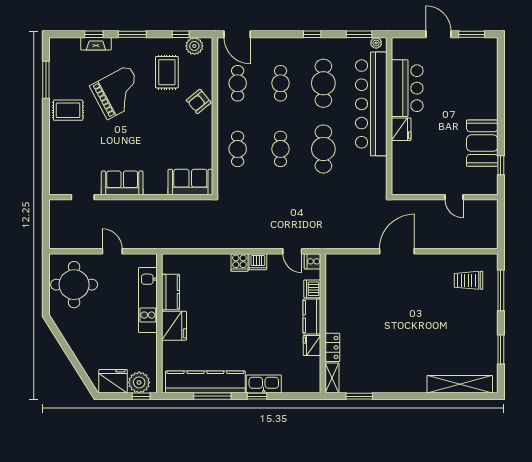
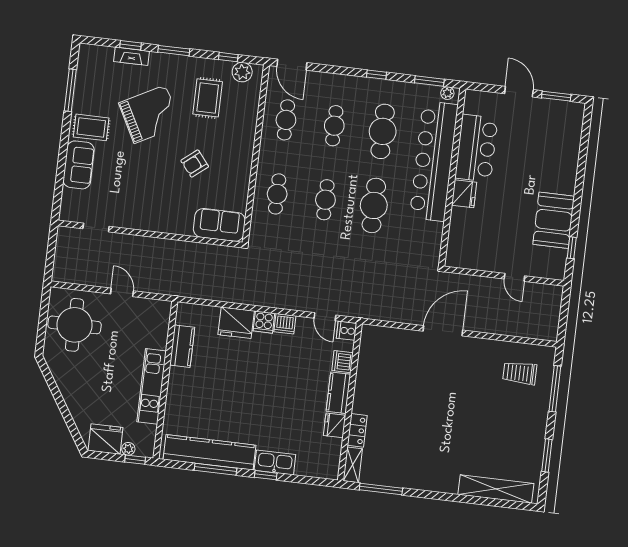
armchair: (199, 101) -> (195, 164), moved
sofa: (122, 183) -> (79, 165), moved, turned 90
kitchen unit: (148, 300) -> (152, 386), moved
fridge: (174, 326) -> (236, 323), moved, turned 90
plant: (139, 382) -> (128, 449), width x0.53, depth x0.53
window: (359, 396) -> (381, 489), width x1.44

